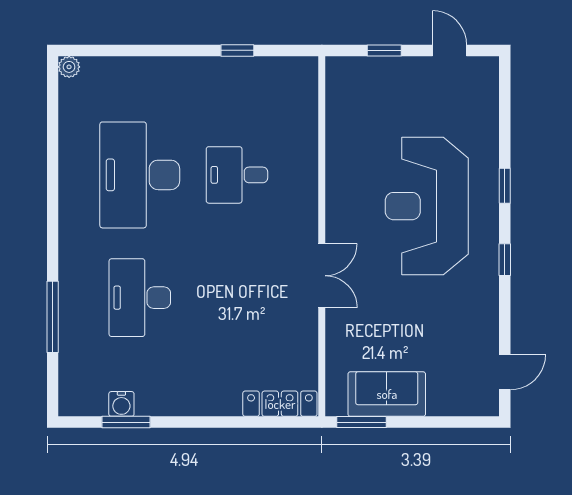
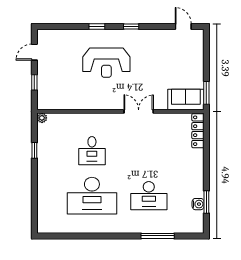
plant: (69, 67) -> (42, 118), moved
reception desk: (427, 206) -> (106, 63), width x0.74, depth x0.77
sofa: (387, 394) -> (186, 99), moved, turned 90

